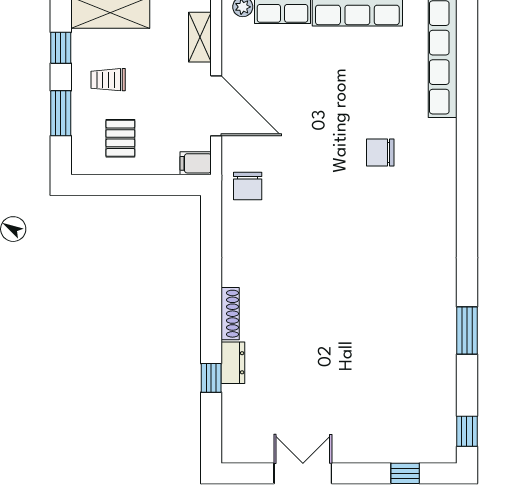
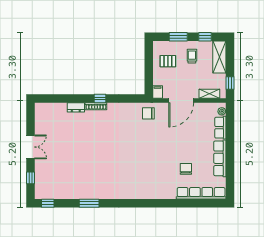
chair: (380, 153) -> (186, 169), moved
window: (211, 378) -> (100, 98), moved
double door: (303, 473) -> (30, 147), moved

